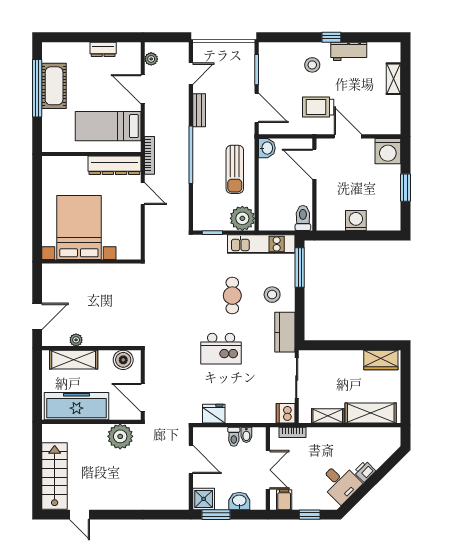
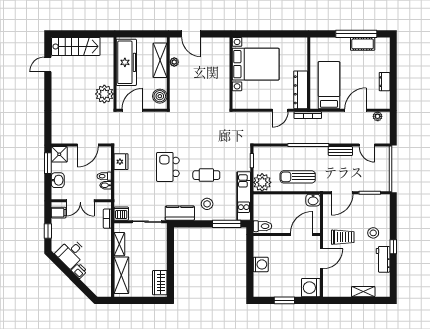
cot: (54, 86) -> (363, 44), width x0.73, depth x0.75
trolley: (318, 107) -> (343, 237), turned 90

